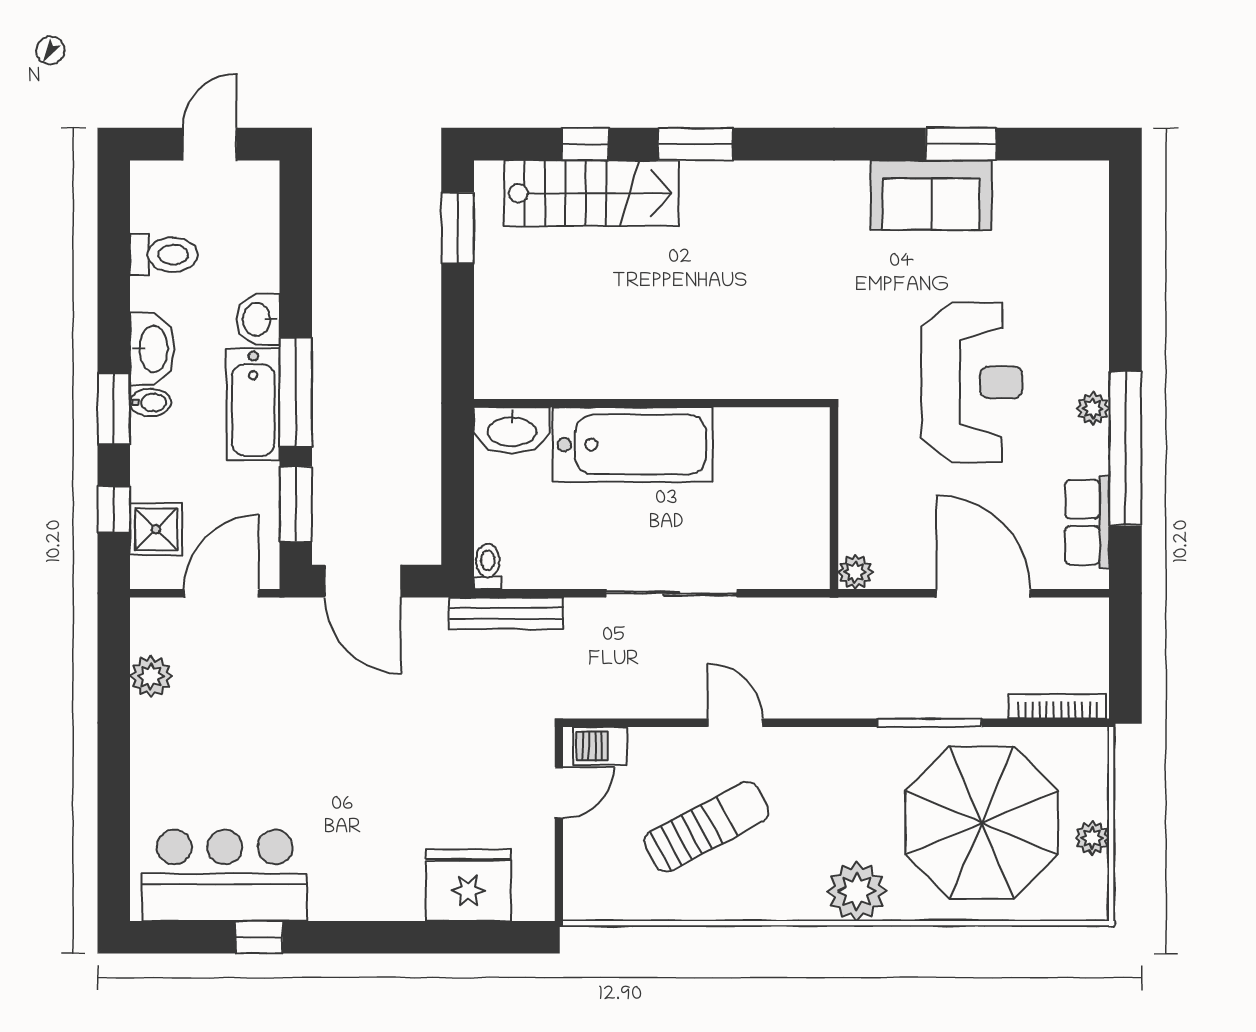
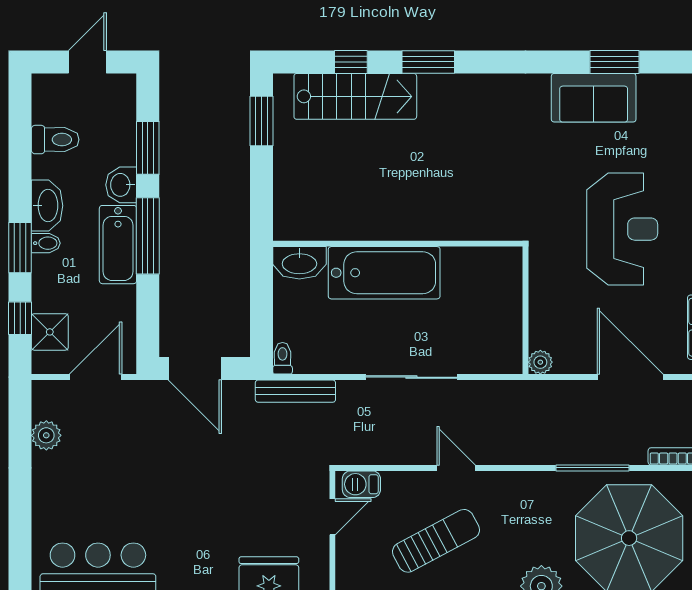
window: (296, 504) -> (148, 148), moved

